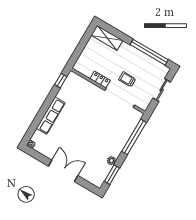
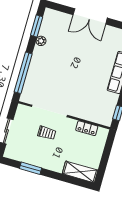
window: (149, 52) -> (31, 168), width x0.47
locker: (100, 80) -> (87, 128), moved

